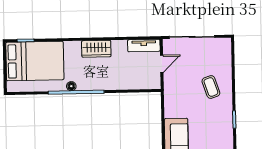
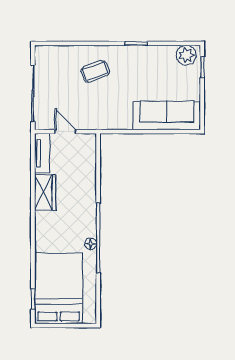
wardrobe: (96, 49) -> (45, 192), moved

